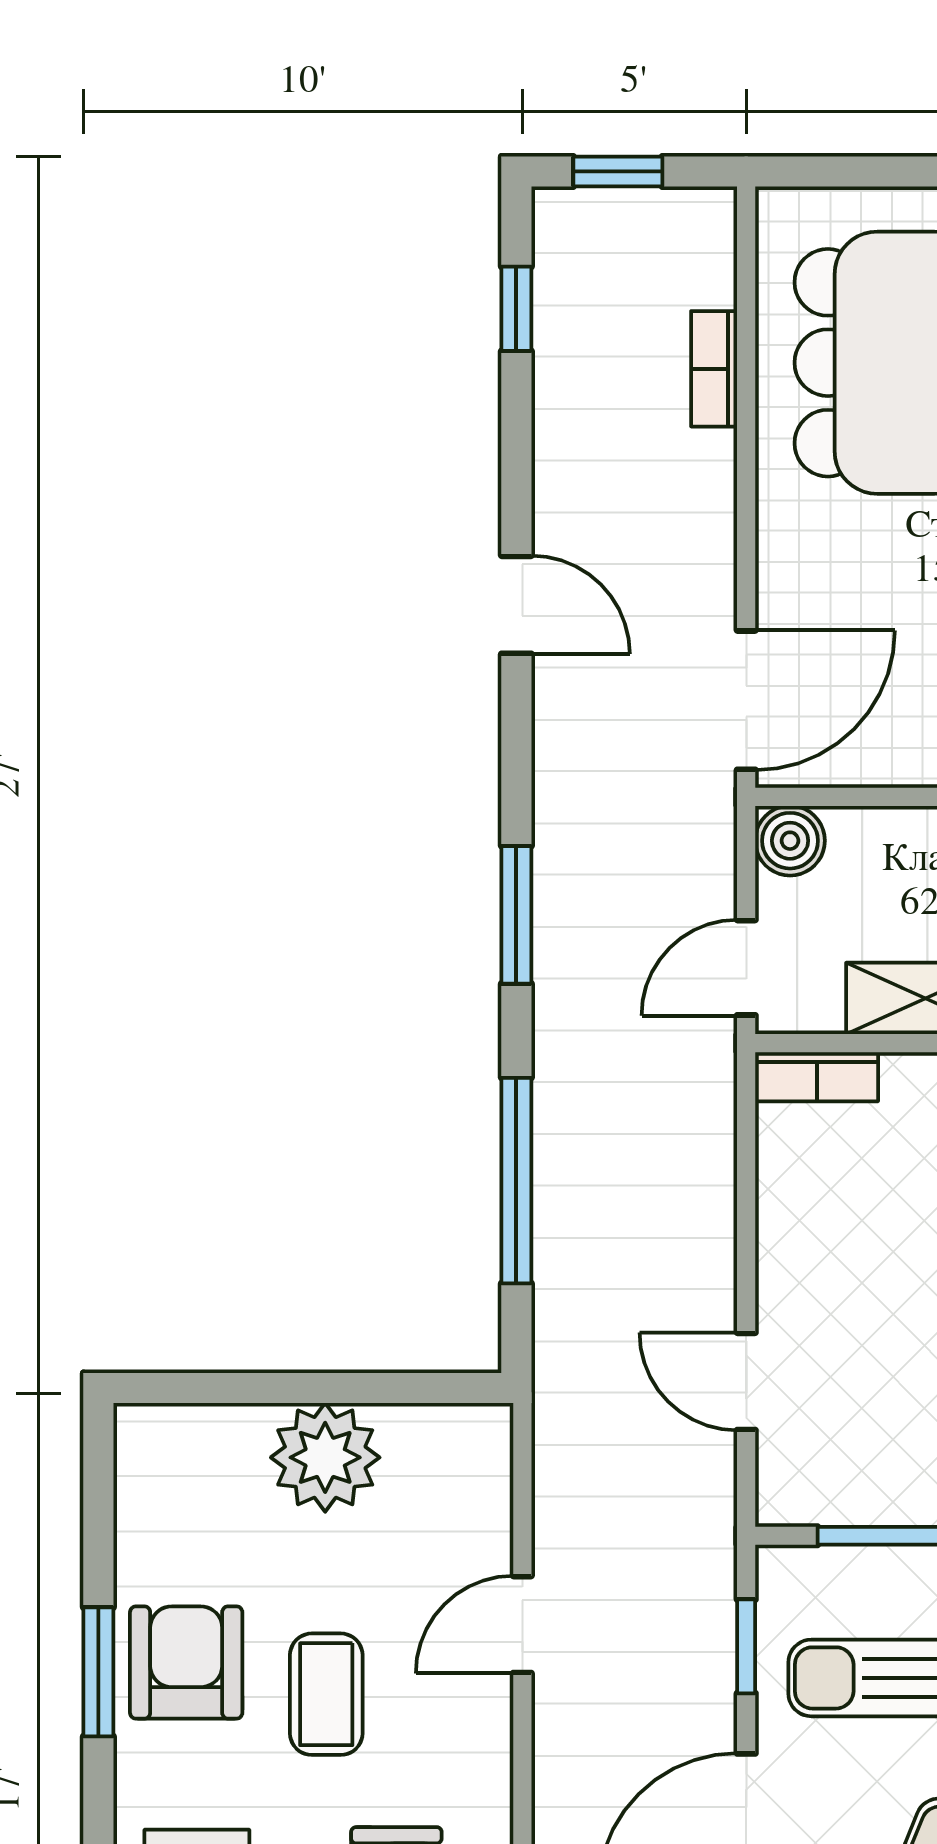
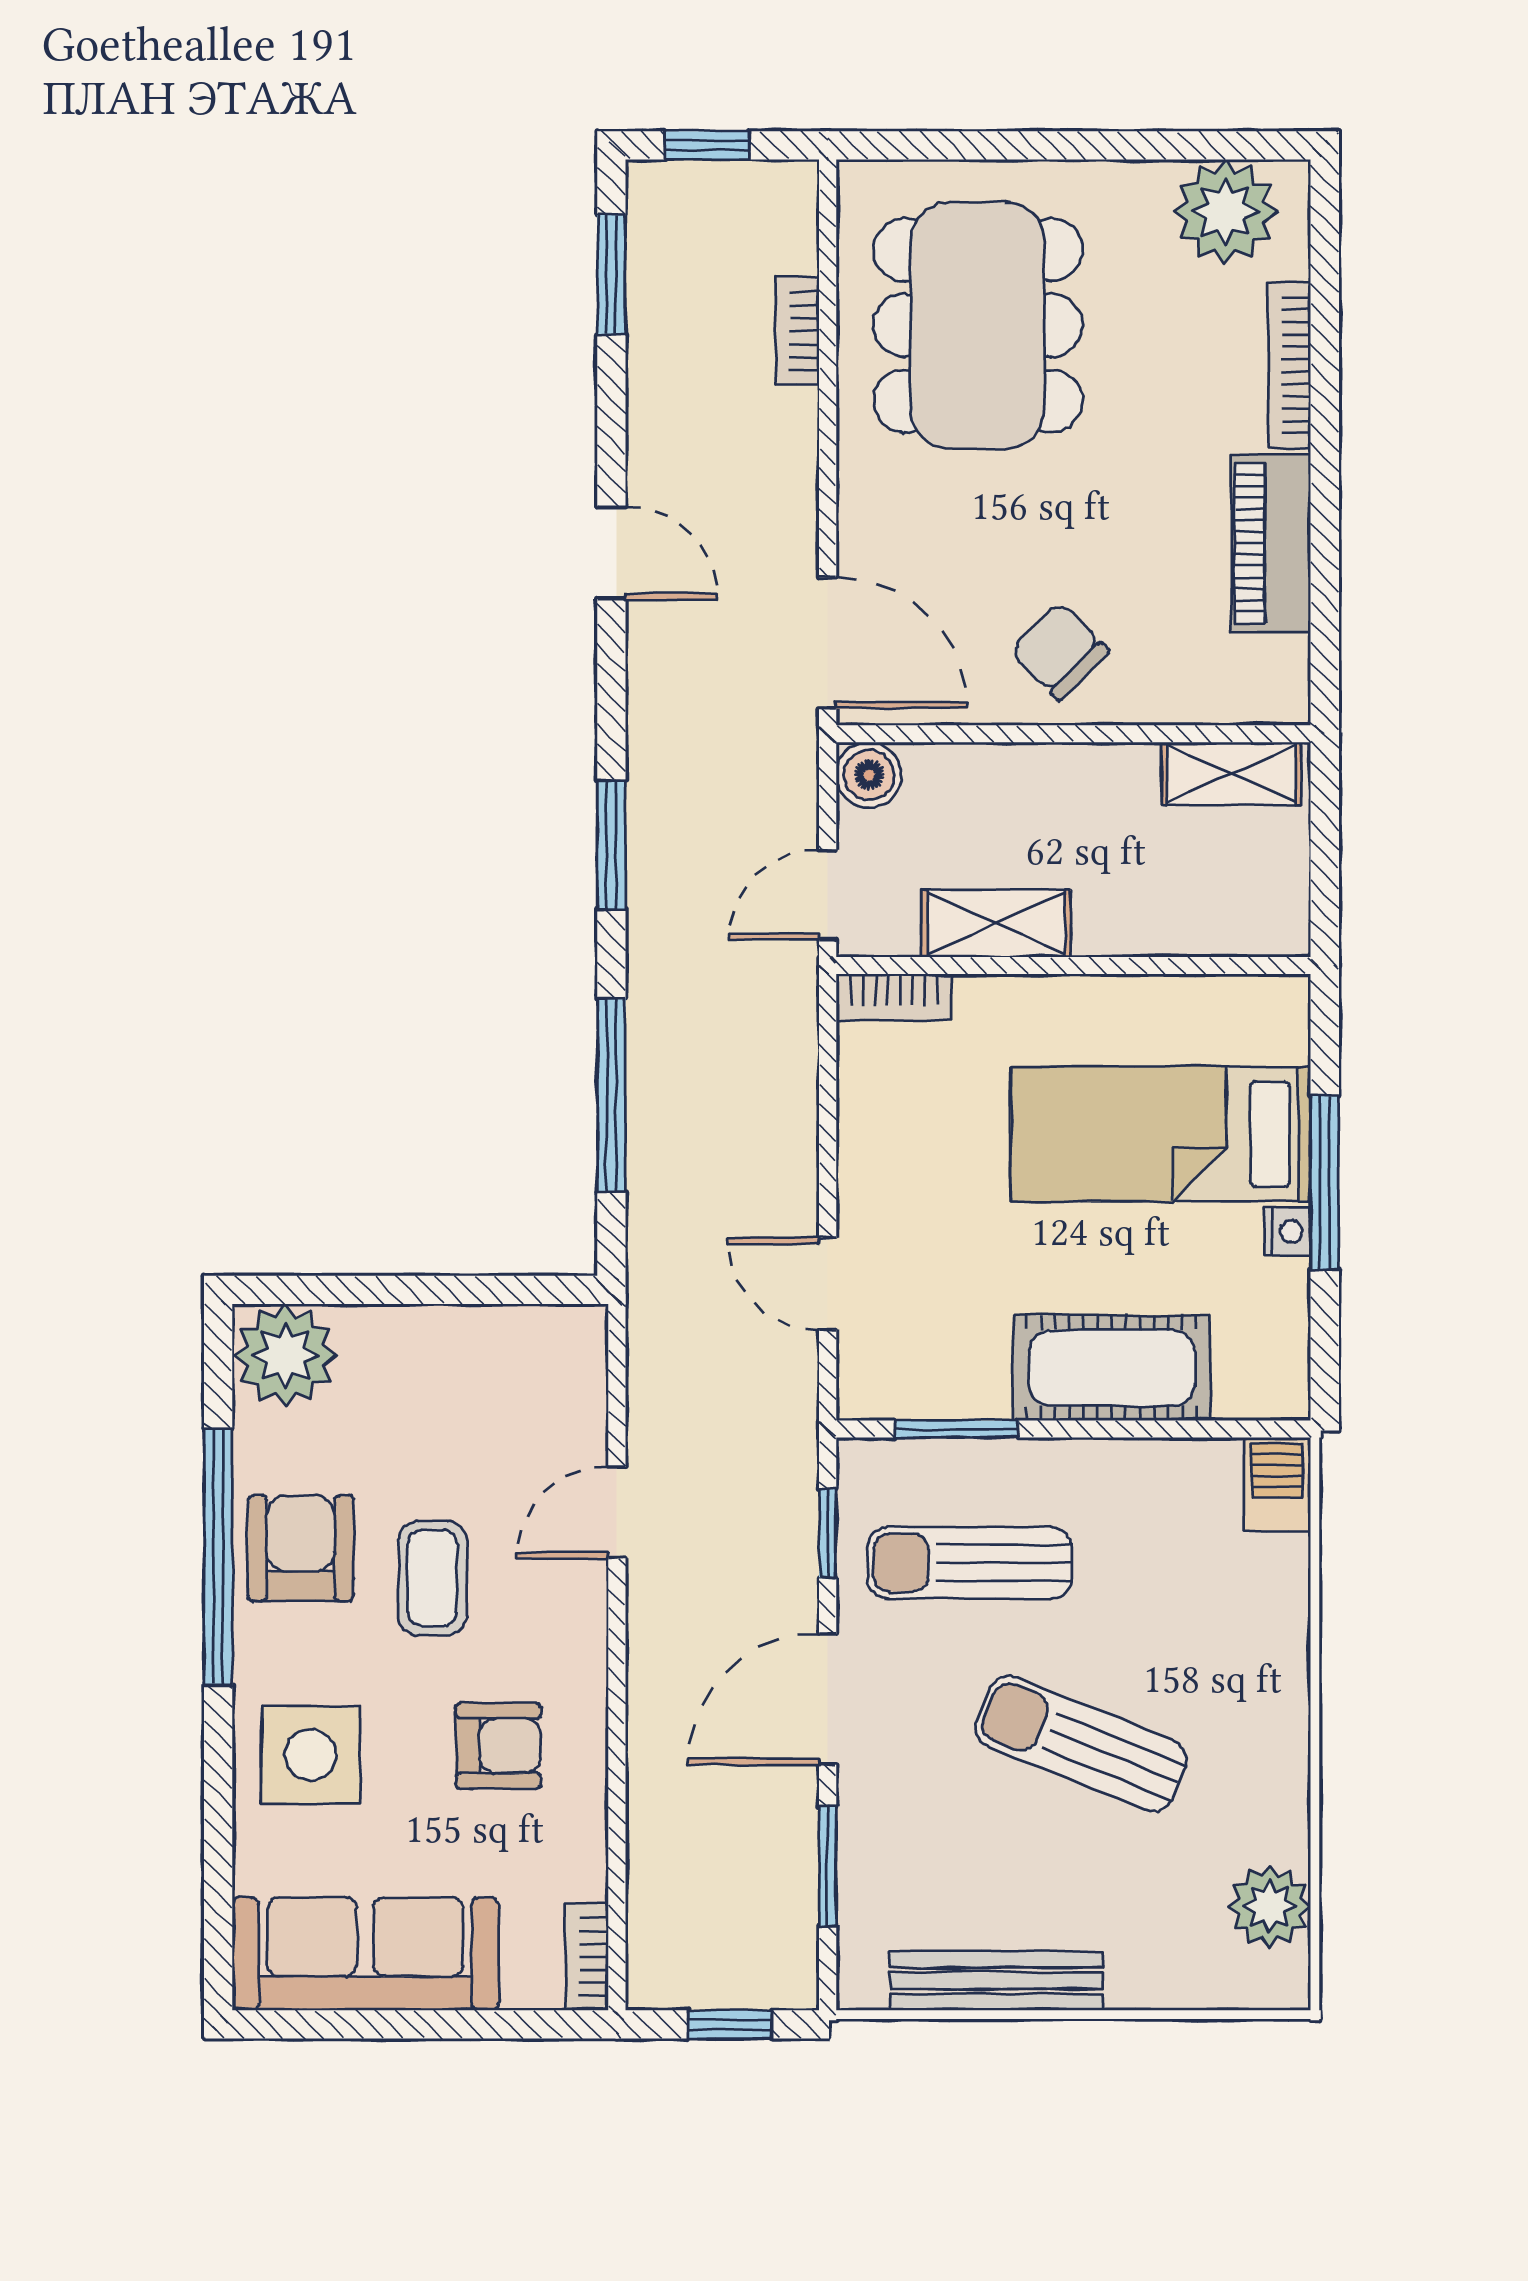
window: (516, 309) -> (611, 275), width x1.50
door: (746, 700) -> (828, 643), hinge flipped
plant: (325, 1457) -> (286, 1355), moved
window: (98, 1672) -> (218, 1557), width x2.11

